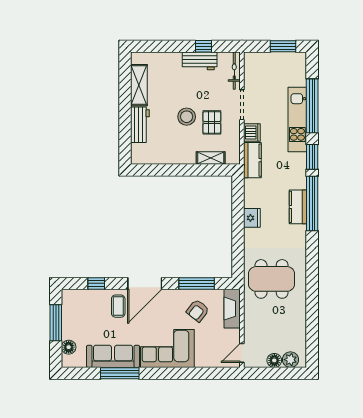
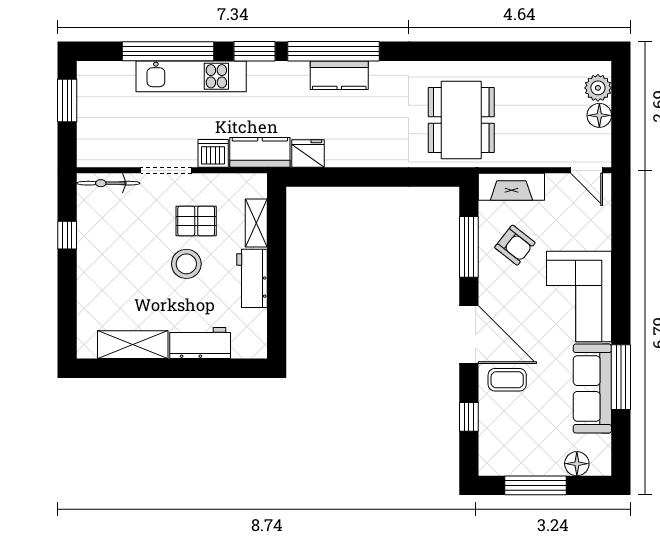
workbench: (200, 61) -> (252, 278), moved, turned 180
fridge: (252, 218) -> (308, 153), moved

